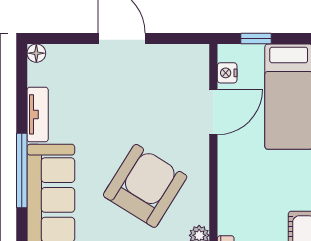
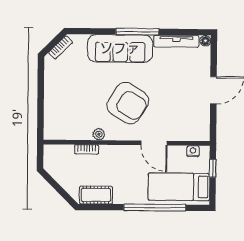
door: (213, 112) -> (154, 143), moved
tv unit: (38, 114) -> (176, 41), width x1.41

